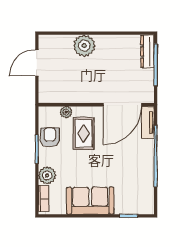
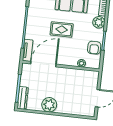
plant: (84, 46) -> (49, 105), moved
rug: (84, 133) -> (62, 29), moved, turned 90

